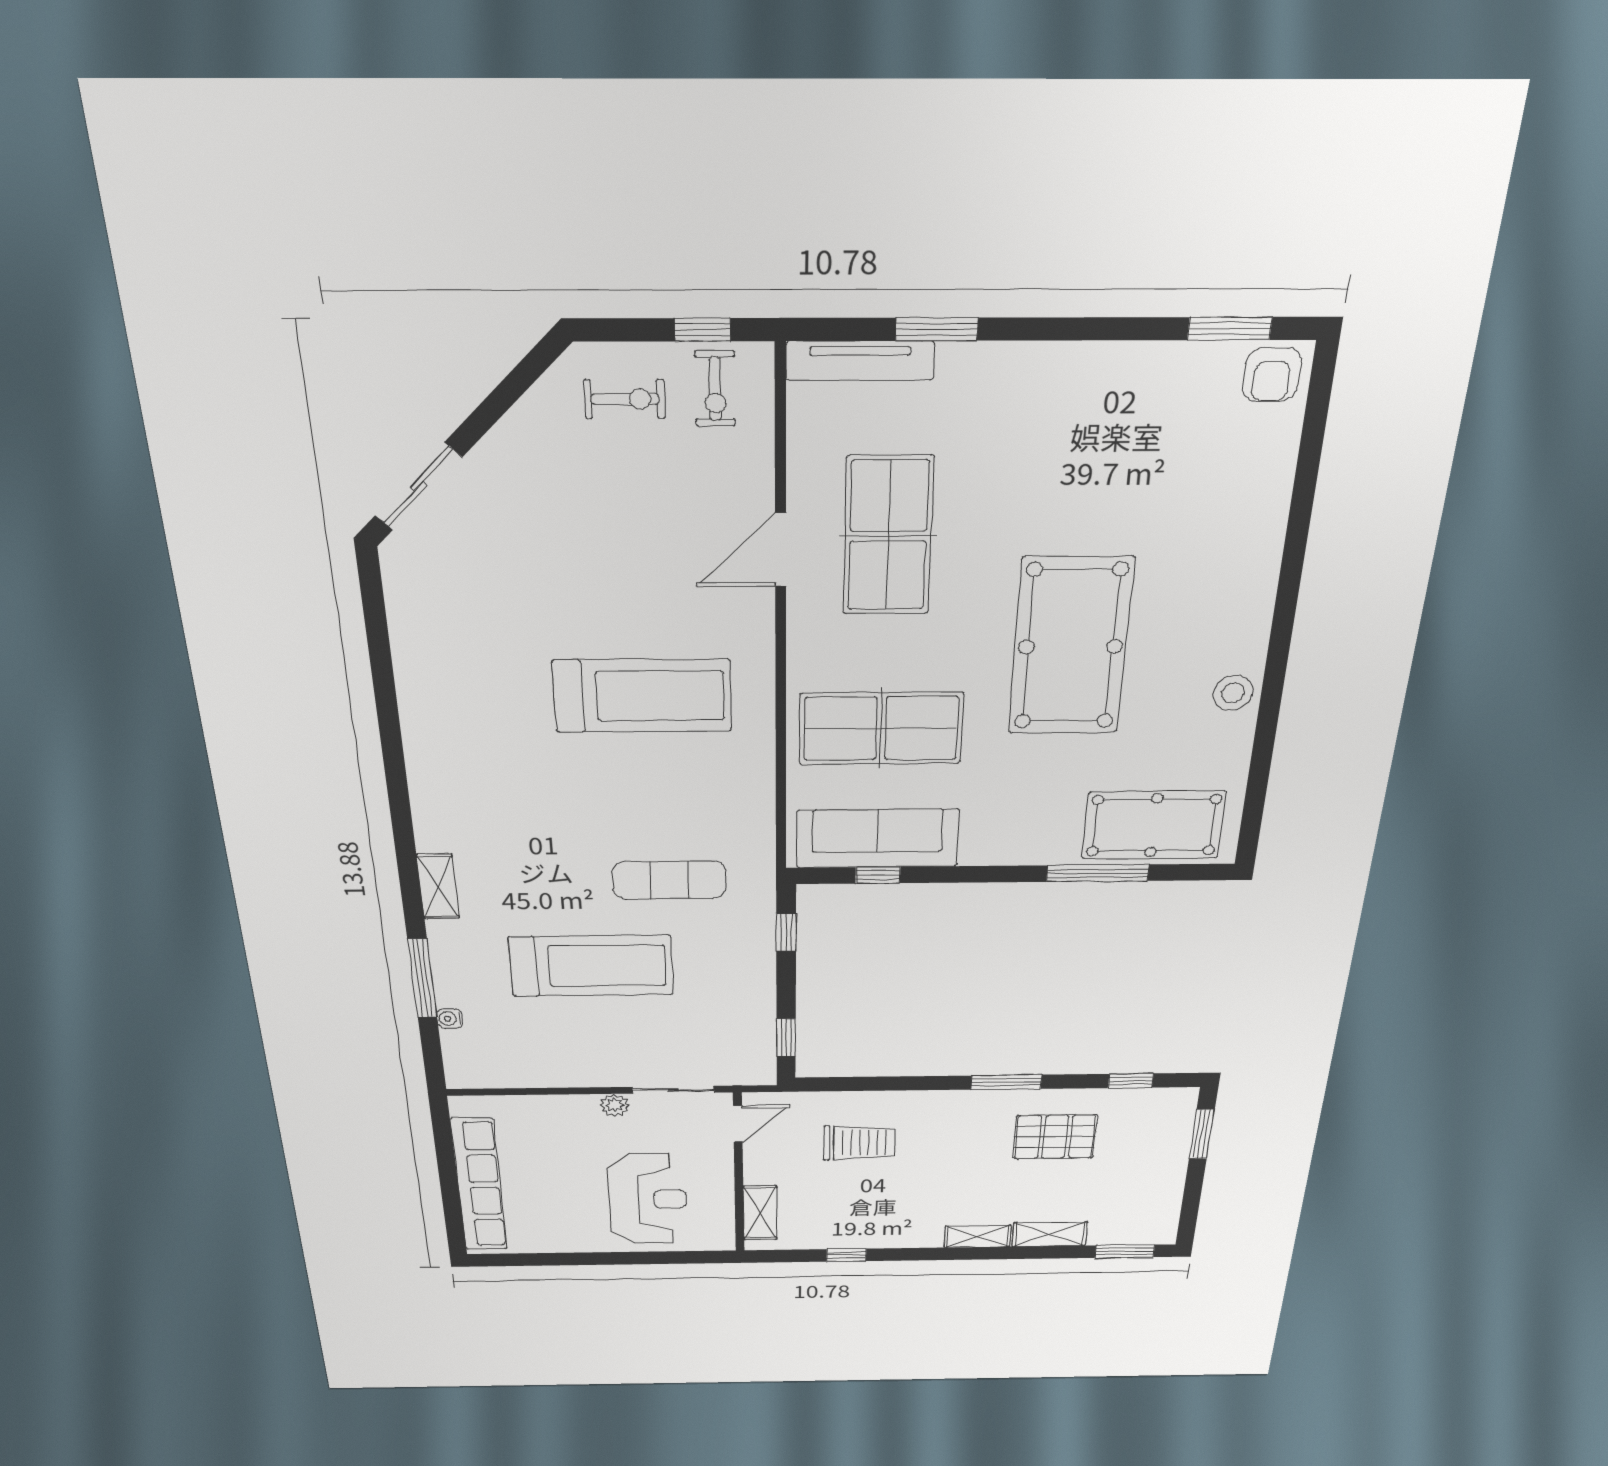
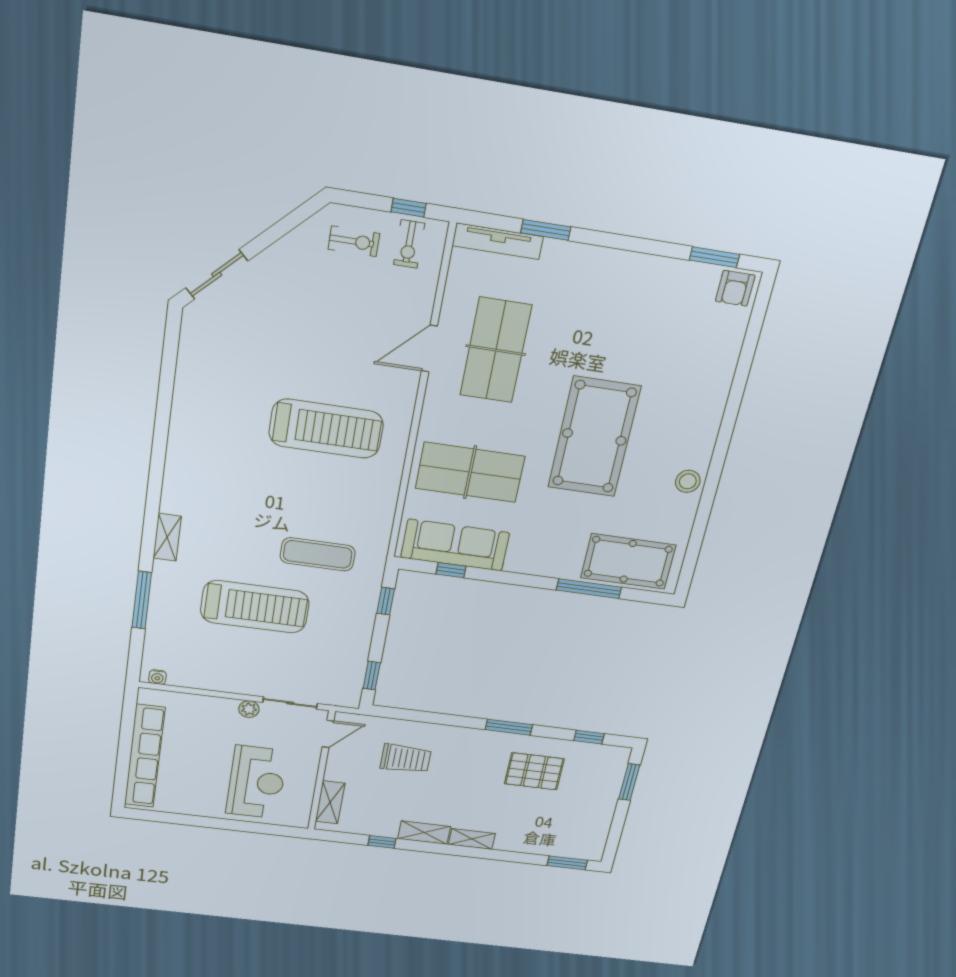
water cooler: (450, 1019) -> (157, 677), moved, turned -90
shelving: (1050, 1234) -> (424, 833), moved

